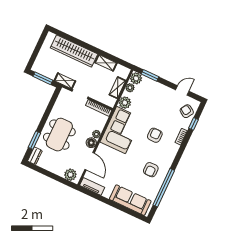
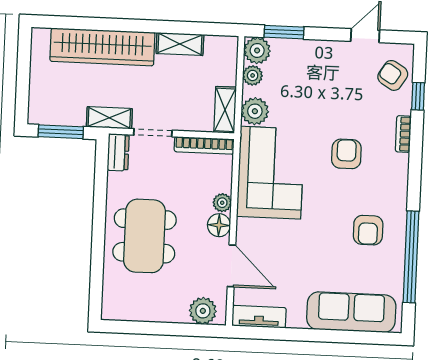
shelving: (117, 88) -> (225, 110), moved
window: (34, 140) -> (97, 270), removed
dresser: (35, 156) -> (118, 152), moved

